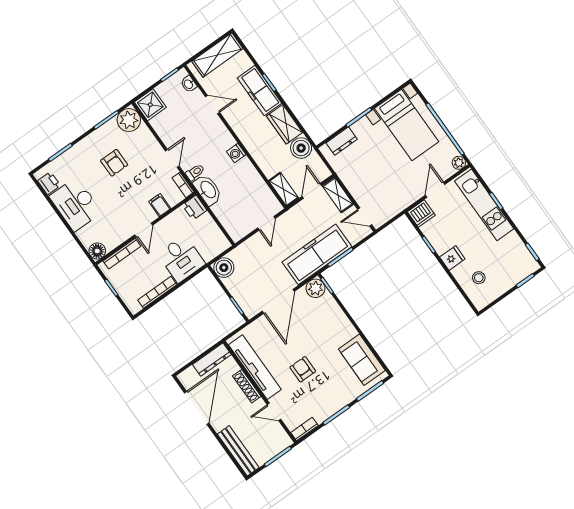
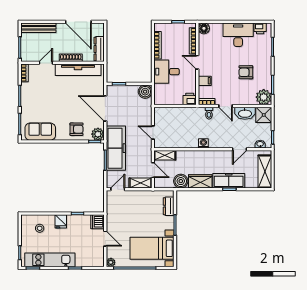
washbasin: (208, 190) -> (245, 113), moved
kitchen unit: (484, 205) -> (50, 260), moved
armchair: (303, 369) -> (76, 129), moved

